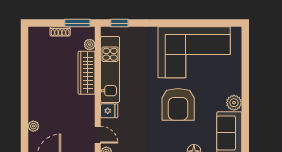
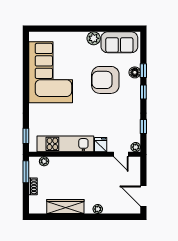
wardrobe: (87, 73) -> (65, 207), moved, turned 180
armchair: (178, 104) -> (105, 80), moved, turned 180
plant: (33, 126) -> (98, 209), moved
door: (98, 135) -> (121, 154), swing flipped

